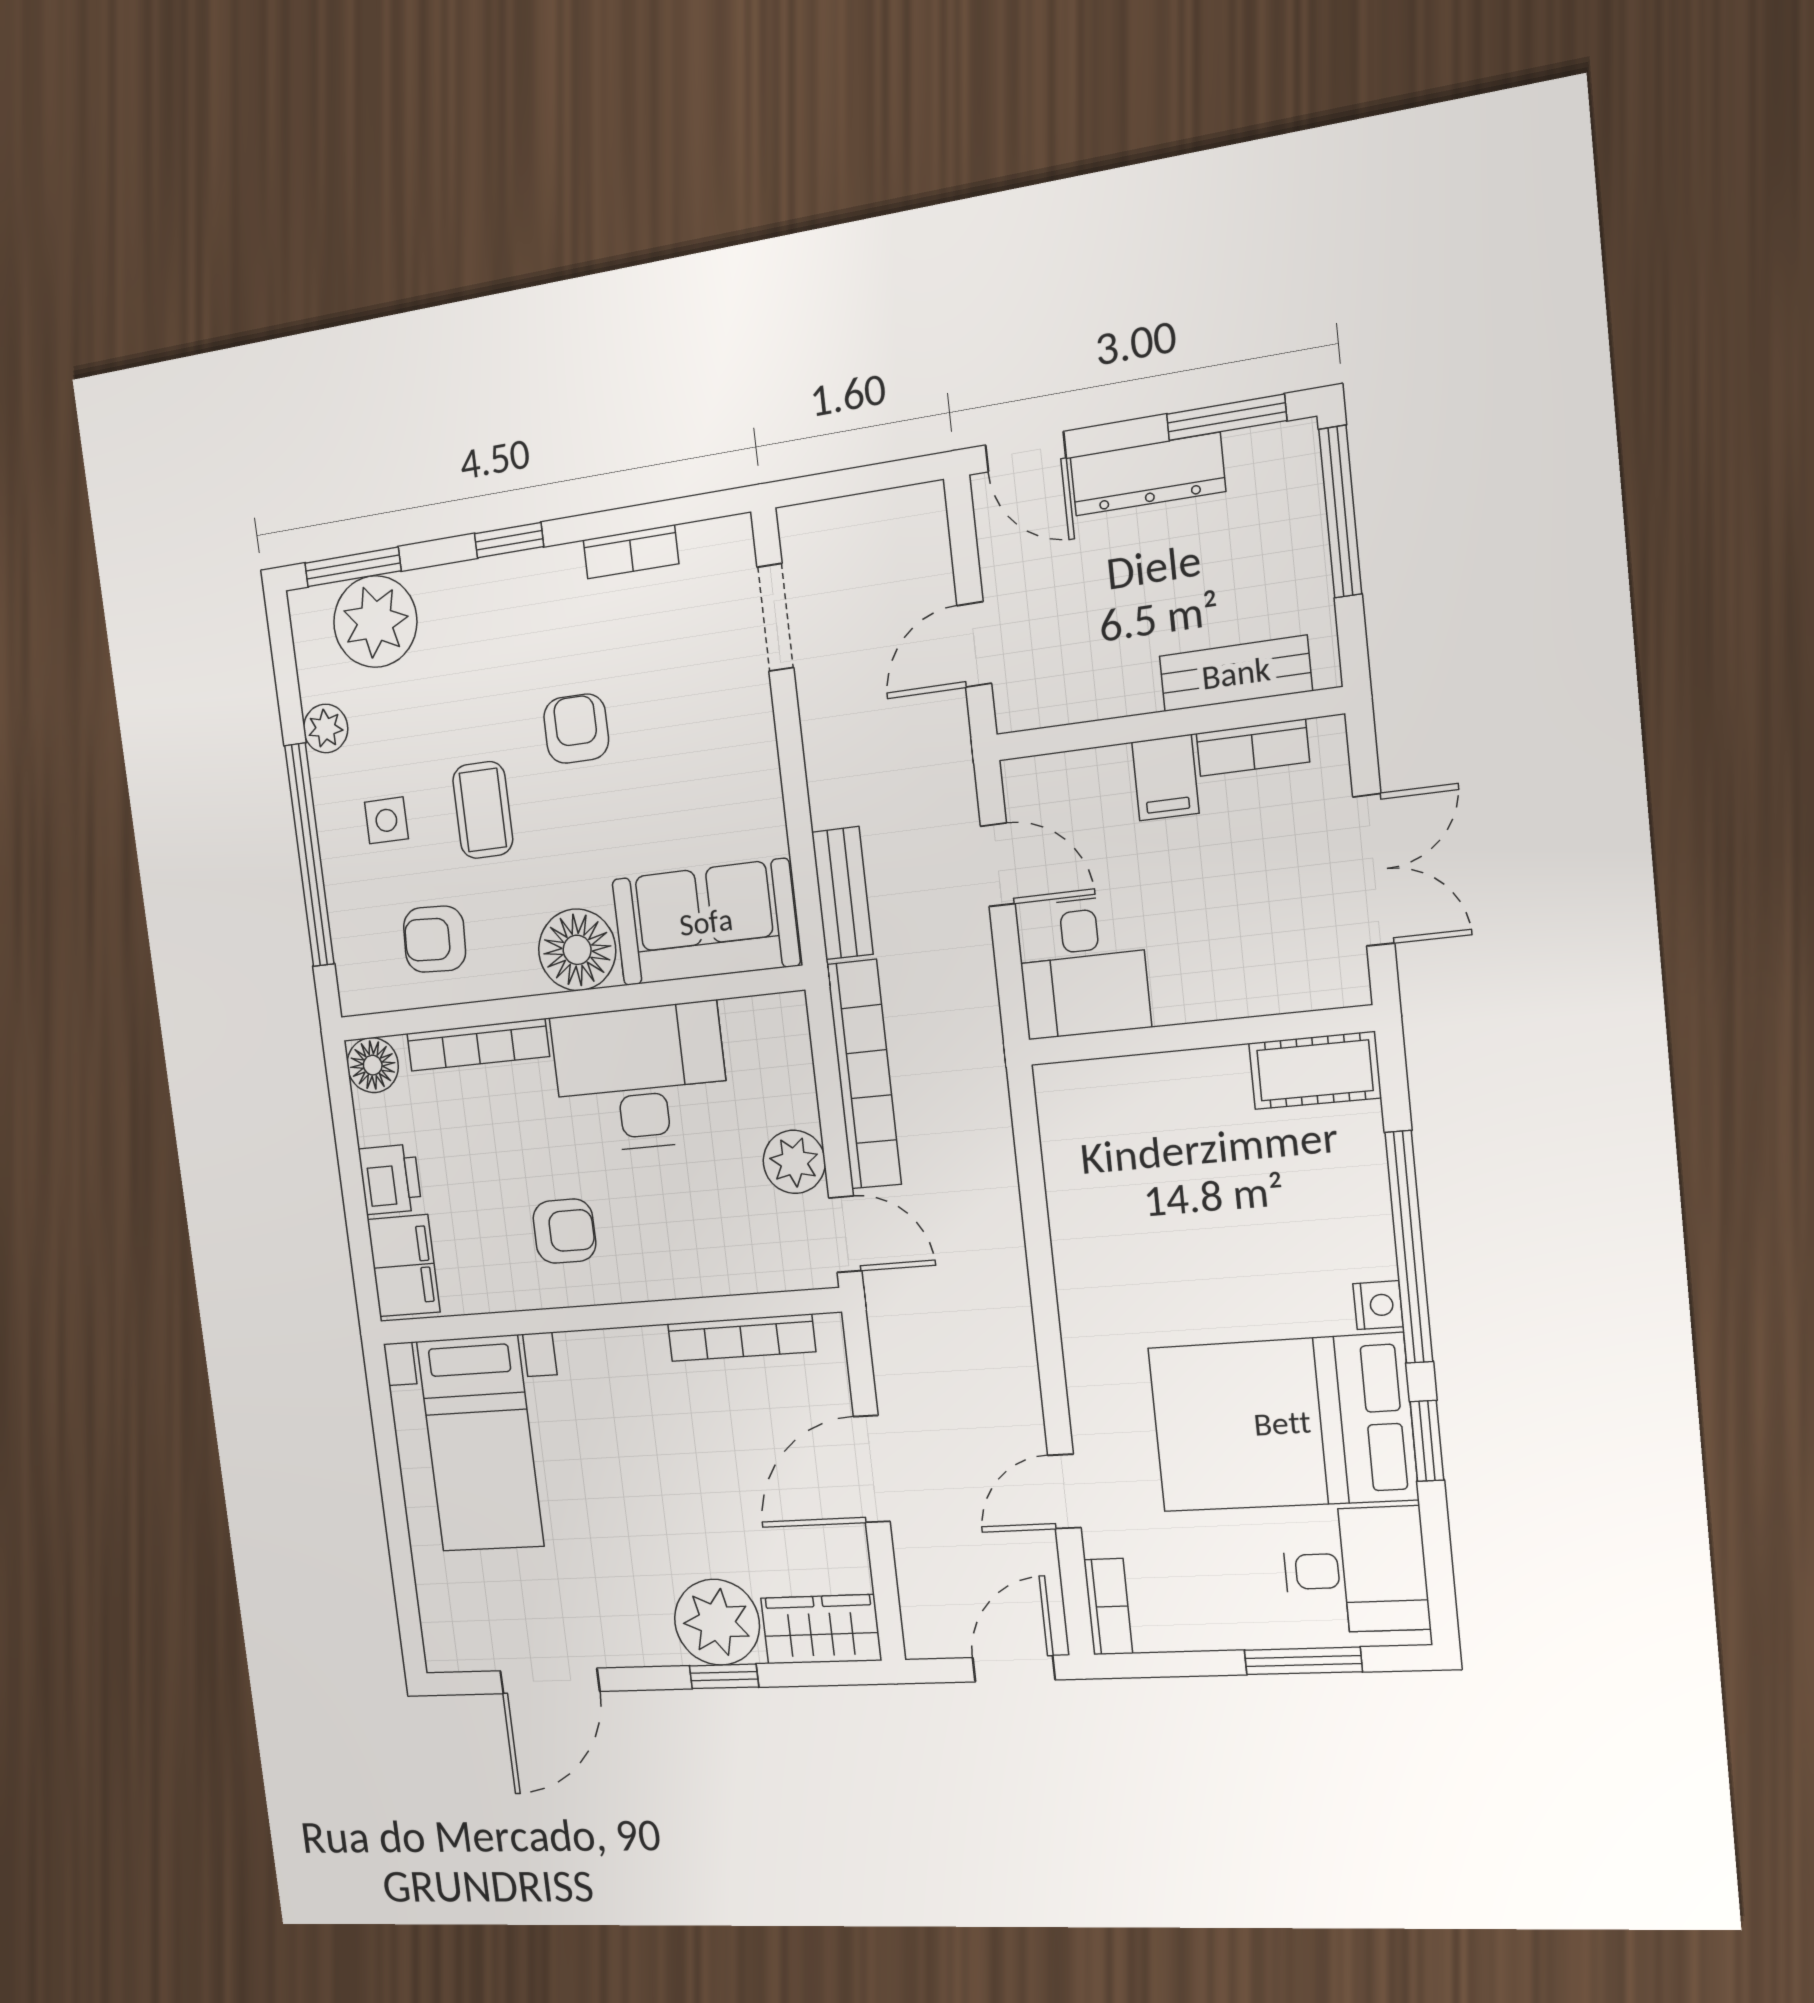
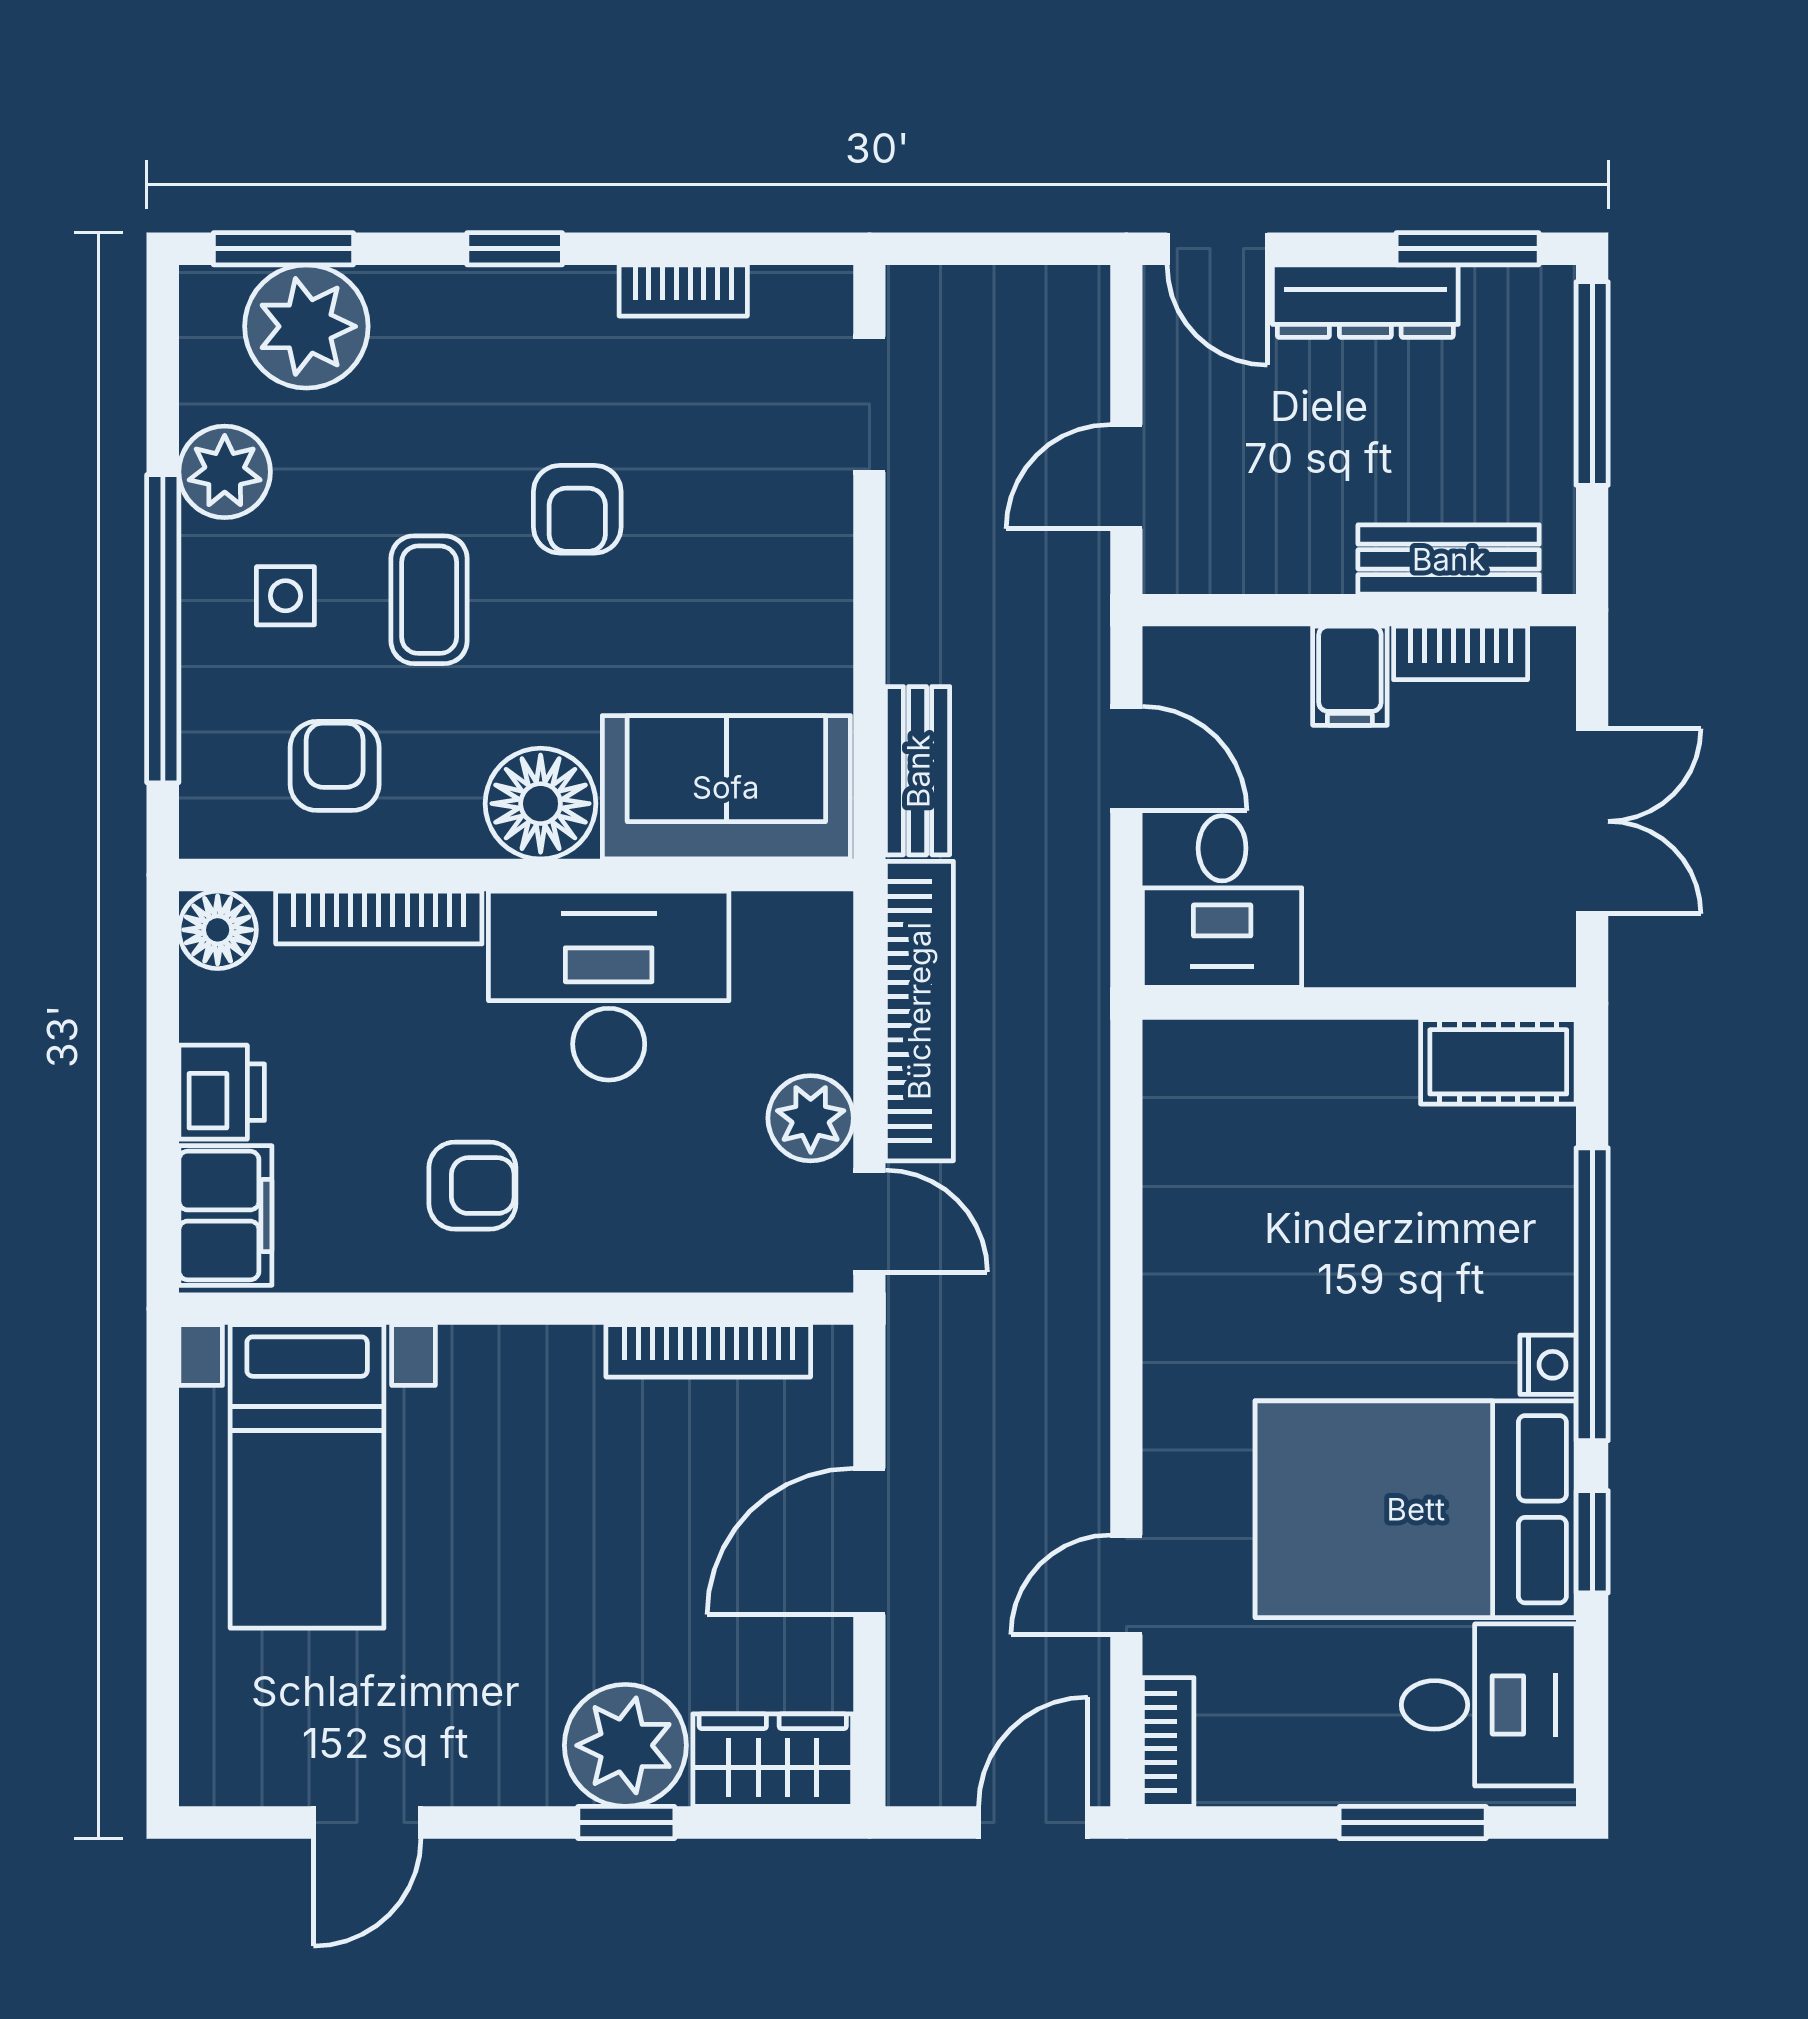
plant: (326, 728) -> (225, 472), width x1.38, depth x1.38
armchair: (576, 729) -> (577, 509), turned 180
armchair: (435, 939) -> (335, 766), turned 87
door: (550, 1681) -> (367, 1823), width x0.73

